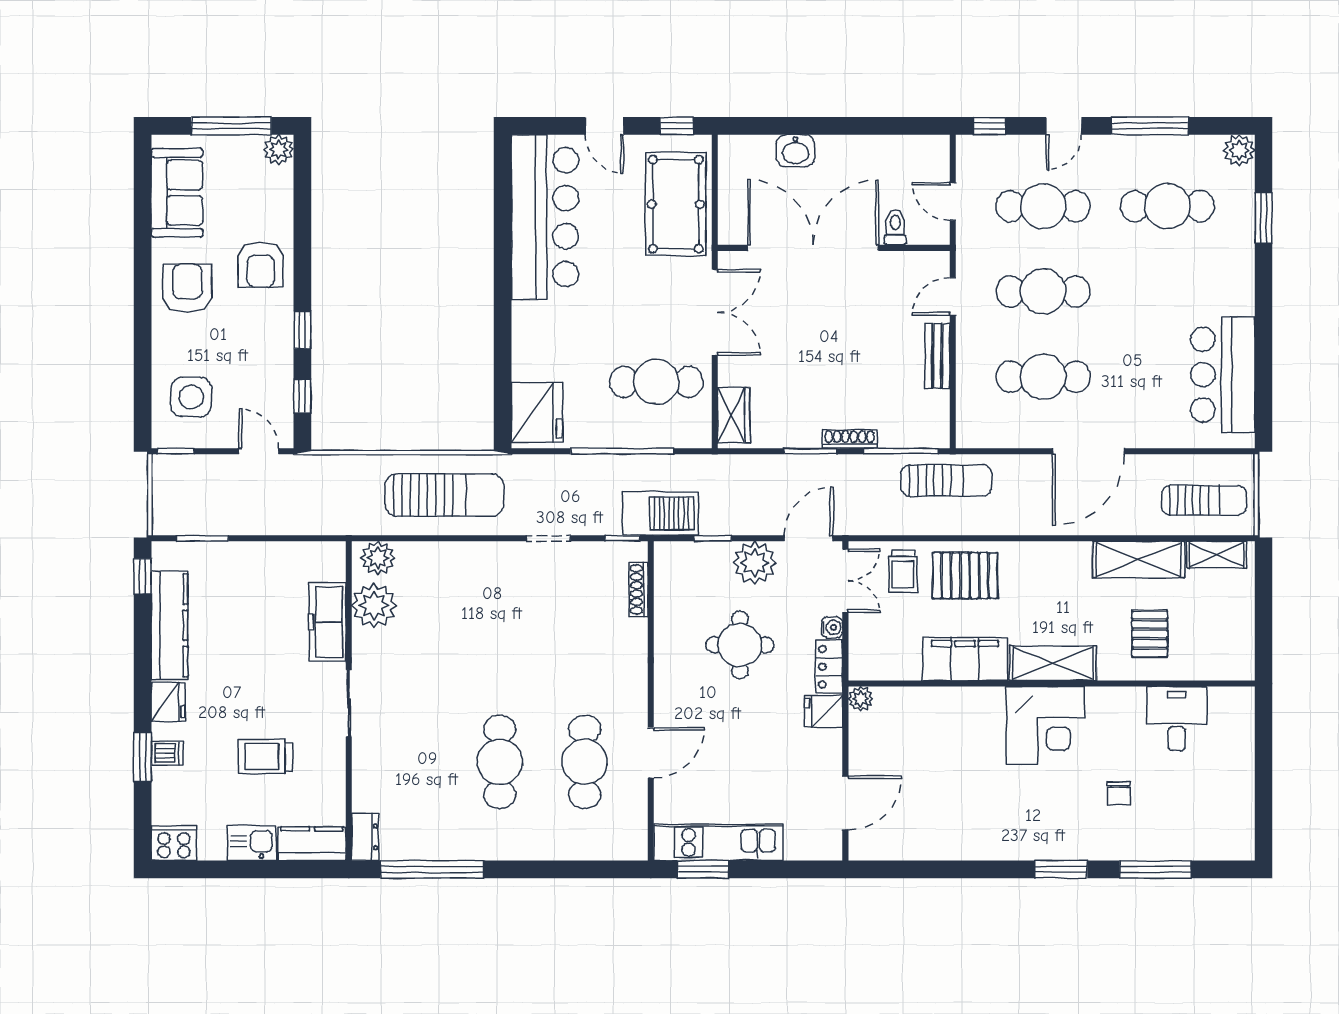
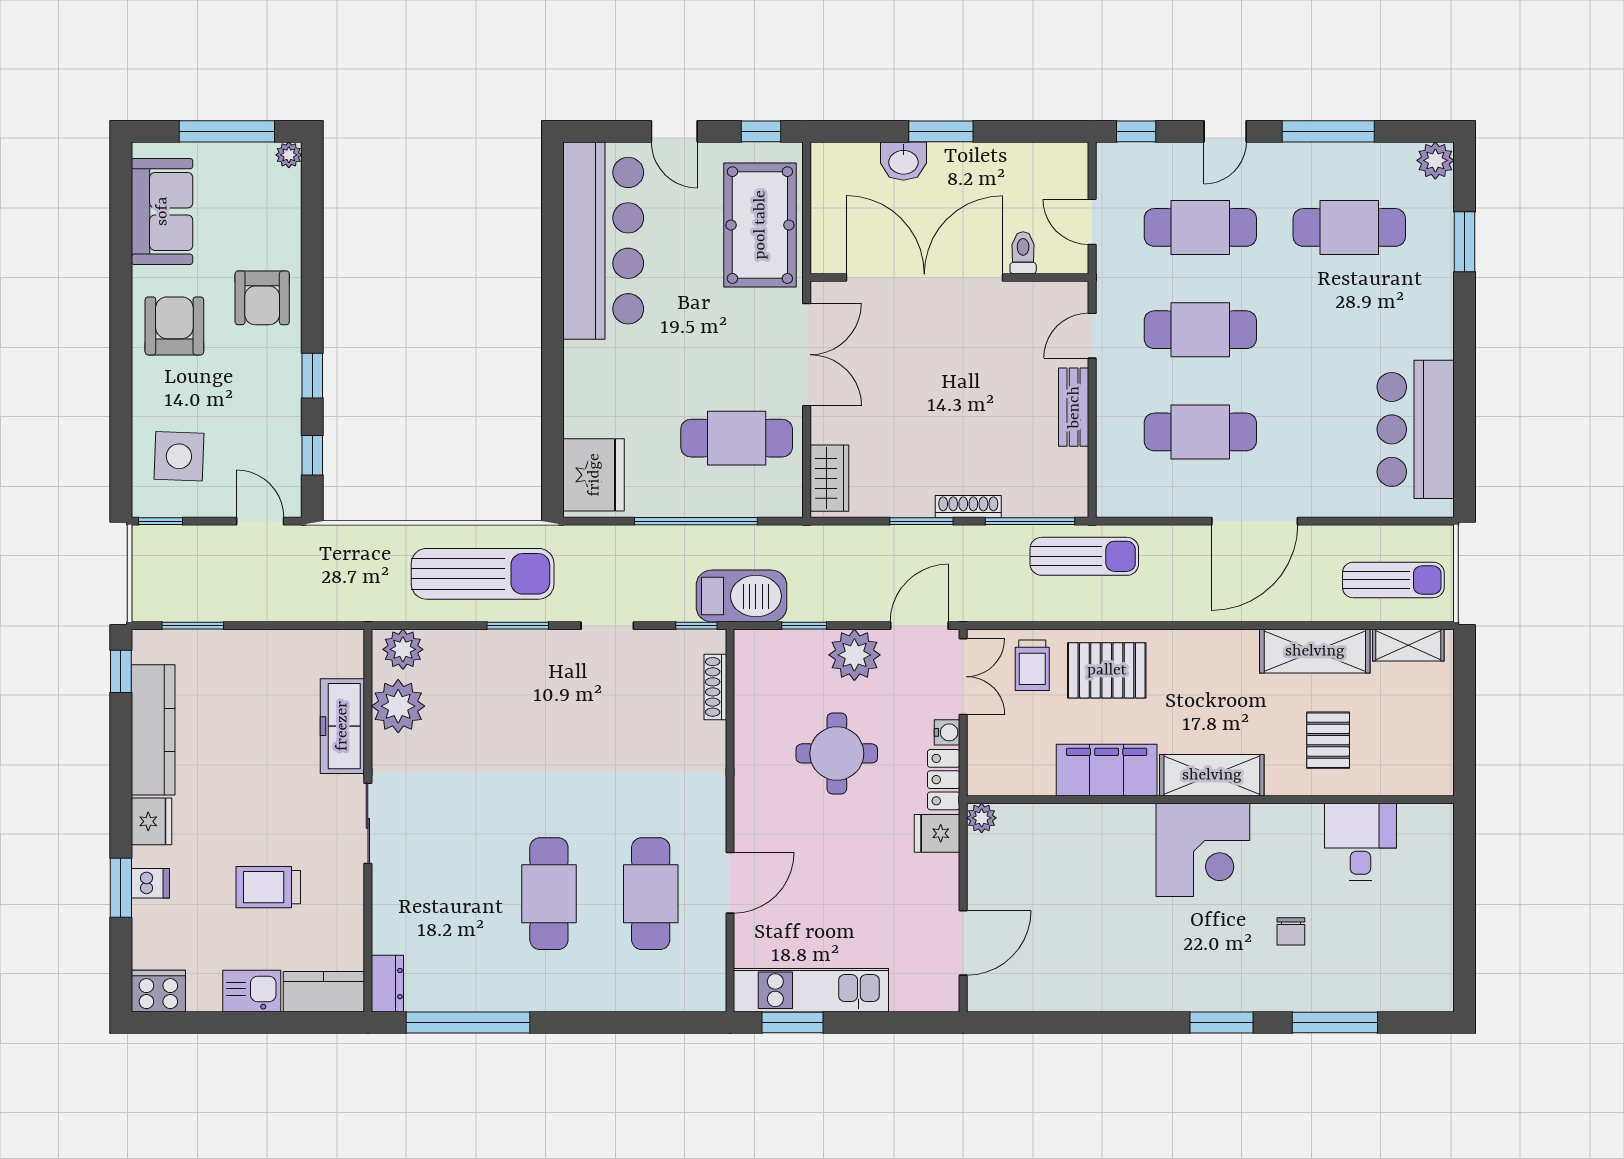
window: (827, 126) -> (941, 131), added
plant: (279, 150) -> (289, 155), width x0.73, depth x0.73
window: (474, 538) -> (518, 626), added

